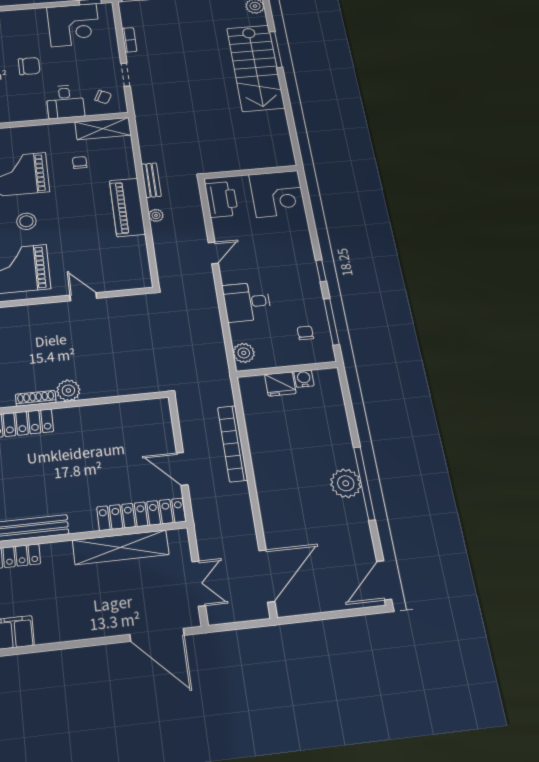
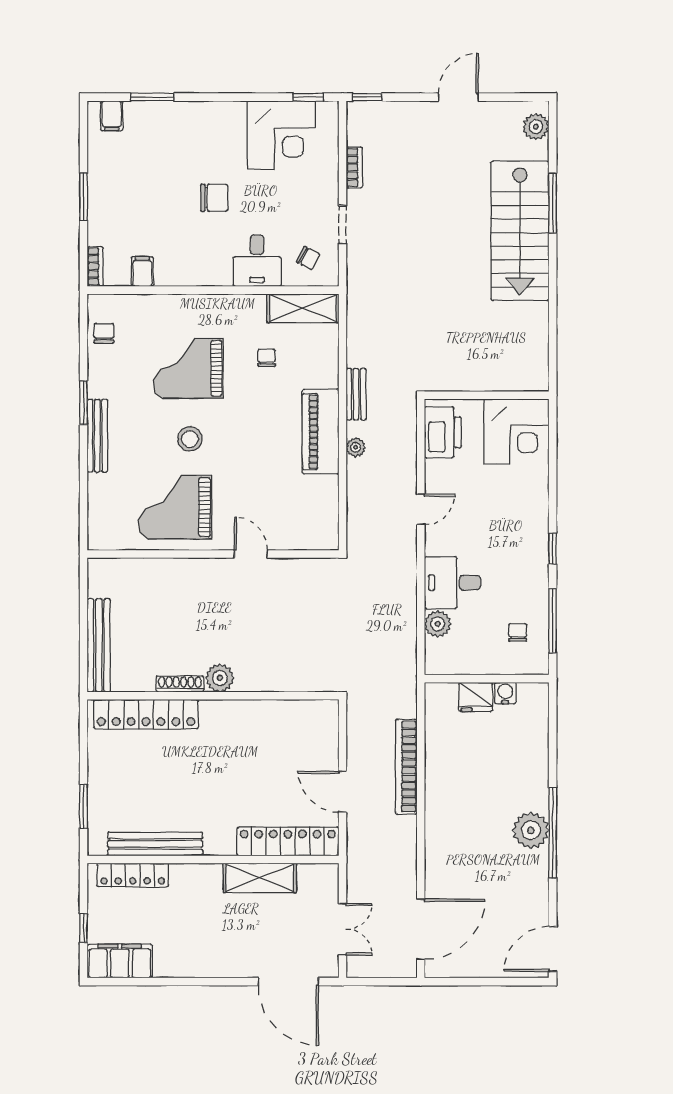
plant: (244, 353) -> (438, 624), moved
shelving: (121, 547) -> (260, 878), width x0.68

